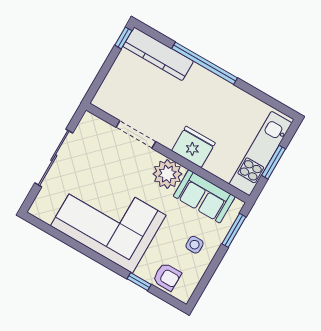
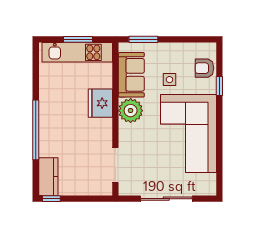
kitchen counter: (158, 54) -> (48, 177), width x0.67
doorway: (136, 134) -> (115, 165), moved
side table: (195, 245) -> (169, 80), moved
armchair: (167, 277) -> (204, 68), turned -90

